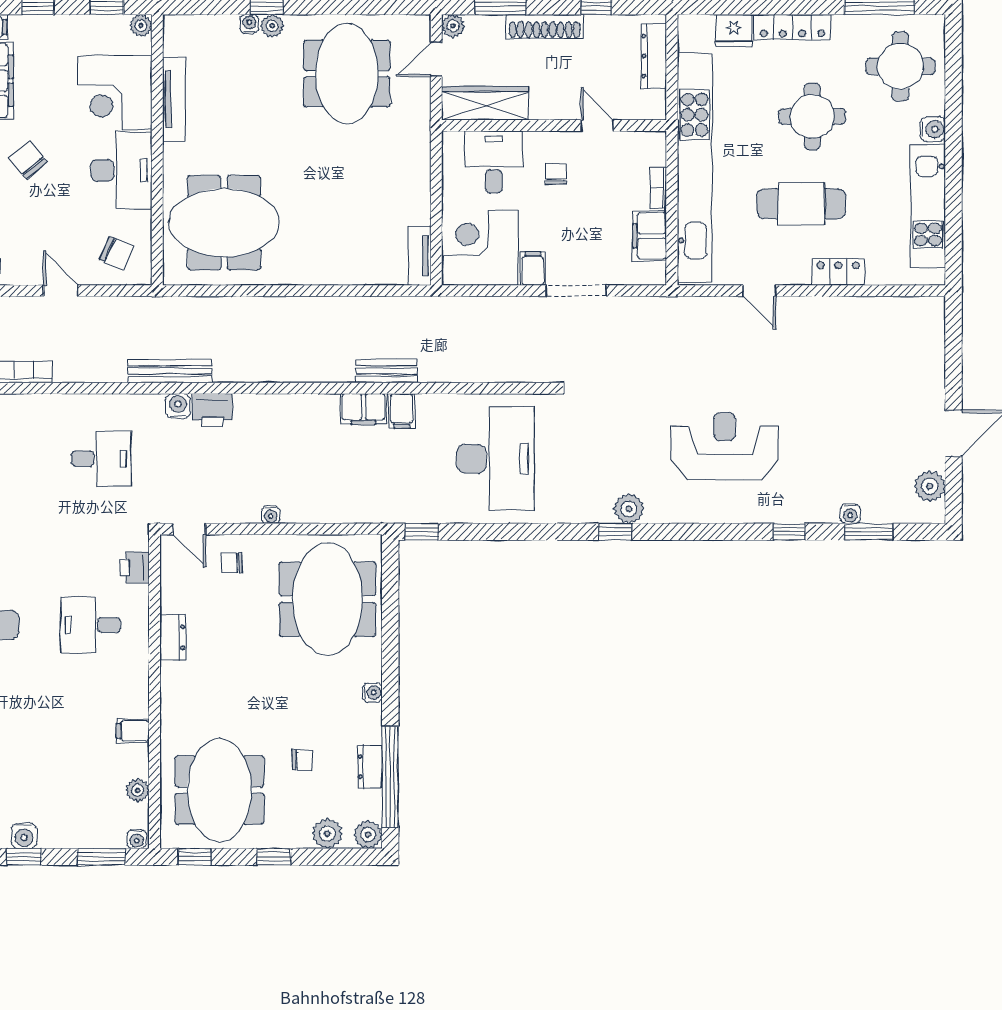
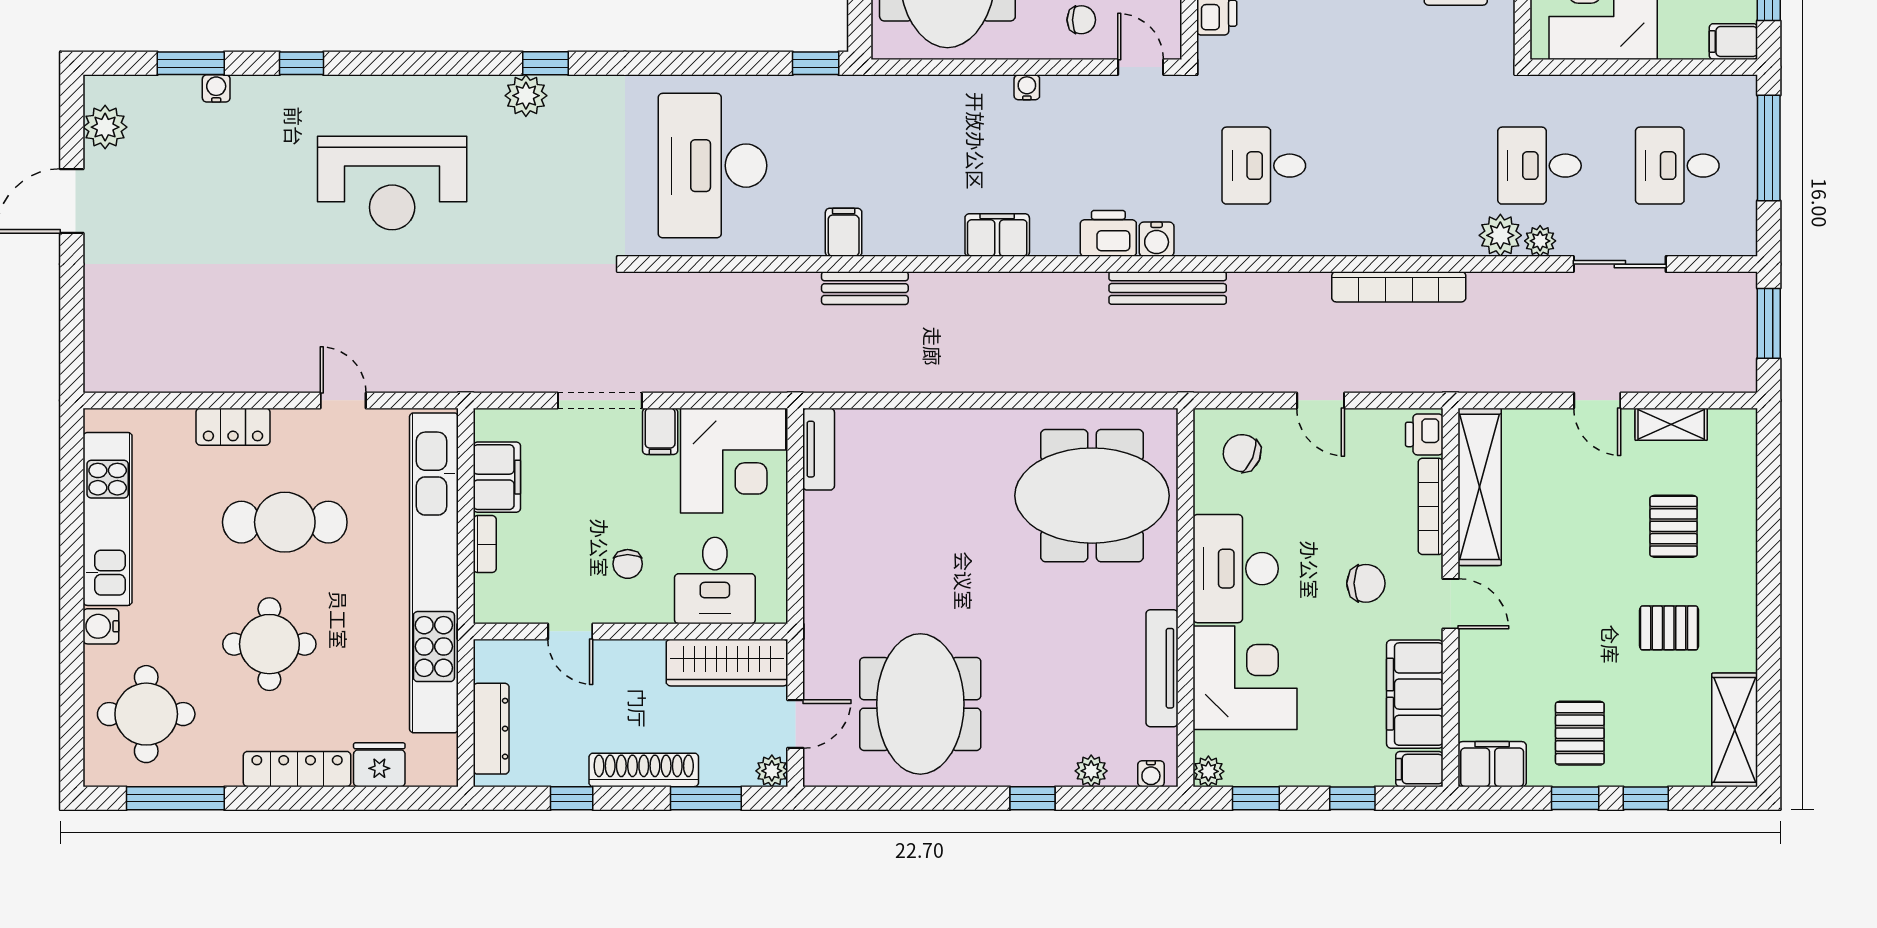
water cooler: (249, 24) -> (1151, 774), moved
plant: (272, 26) -> (1091, 771), moved
chair: (28, 160) -> (1366, 583), turned -50
filing cabinet: (364, 409) -> (997, 235), moved

